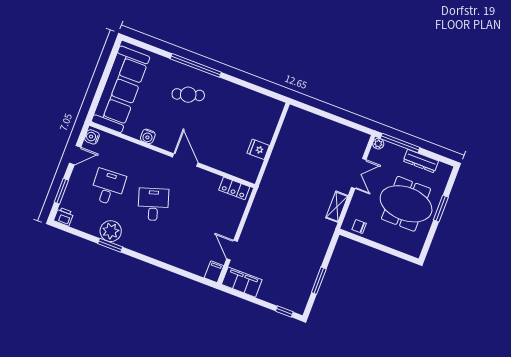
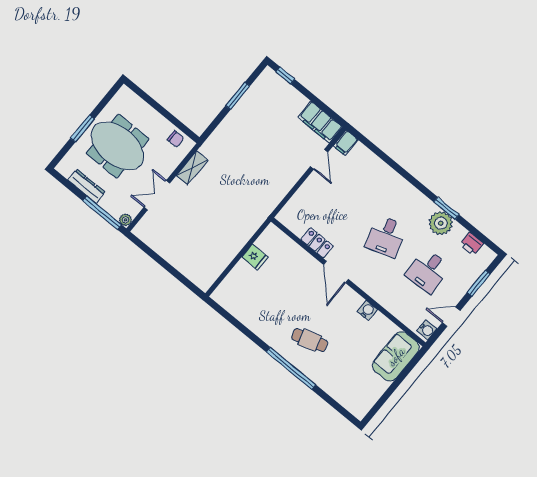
sofa: (121, 89) -> (396, 356), width x0.54, depth x0.79
locker: (234, 188) -> (317, 243), moved
printer: (64, 217) -> (472, 244), moved

